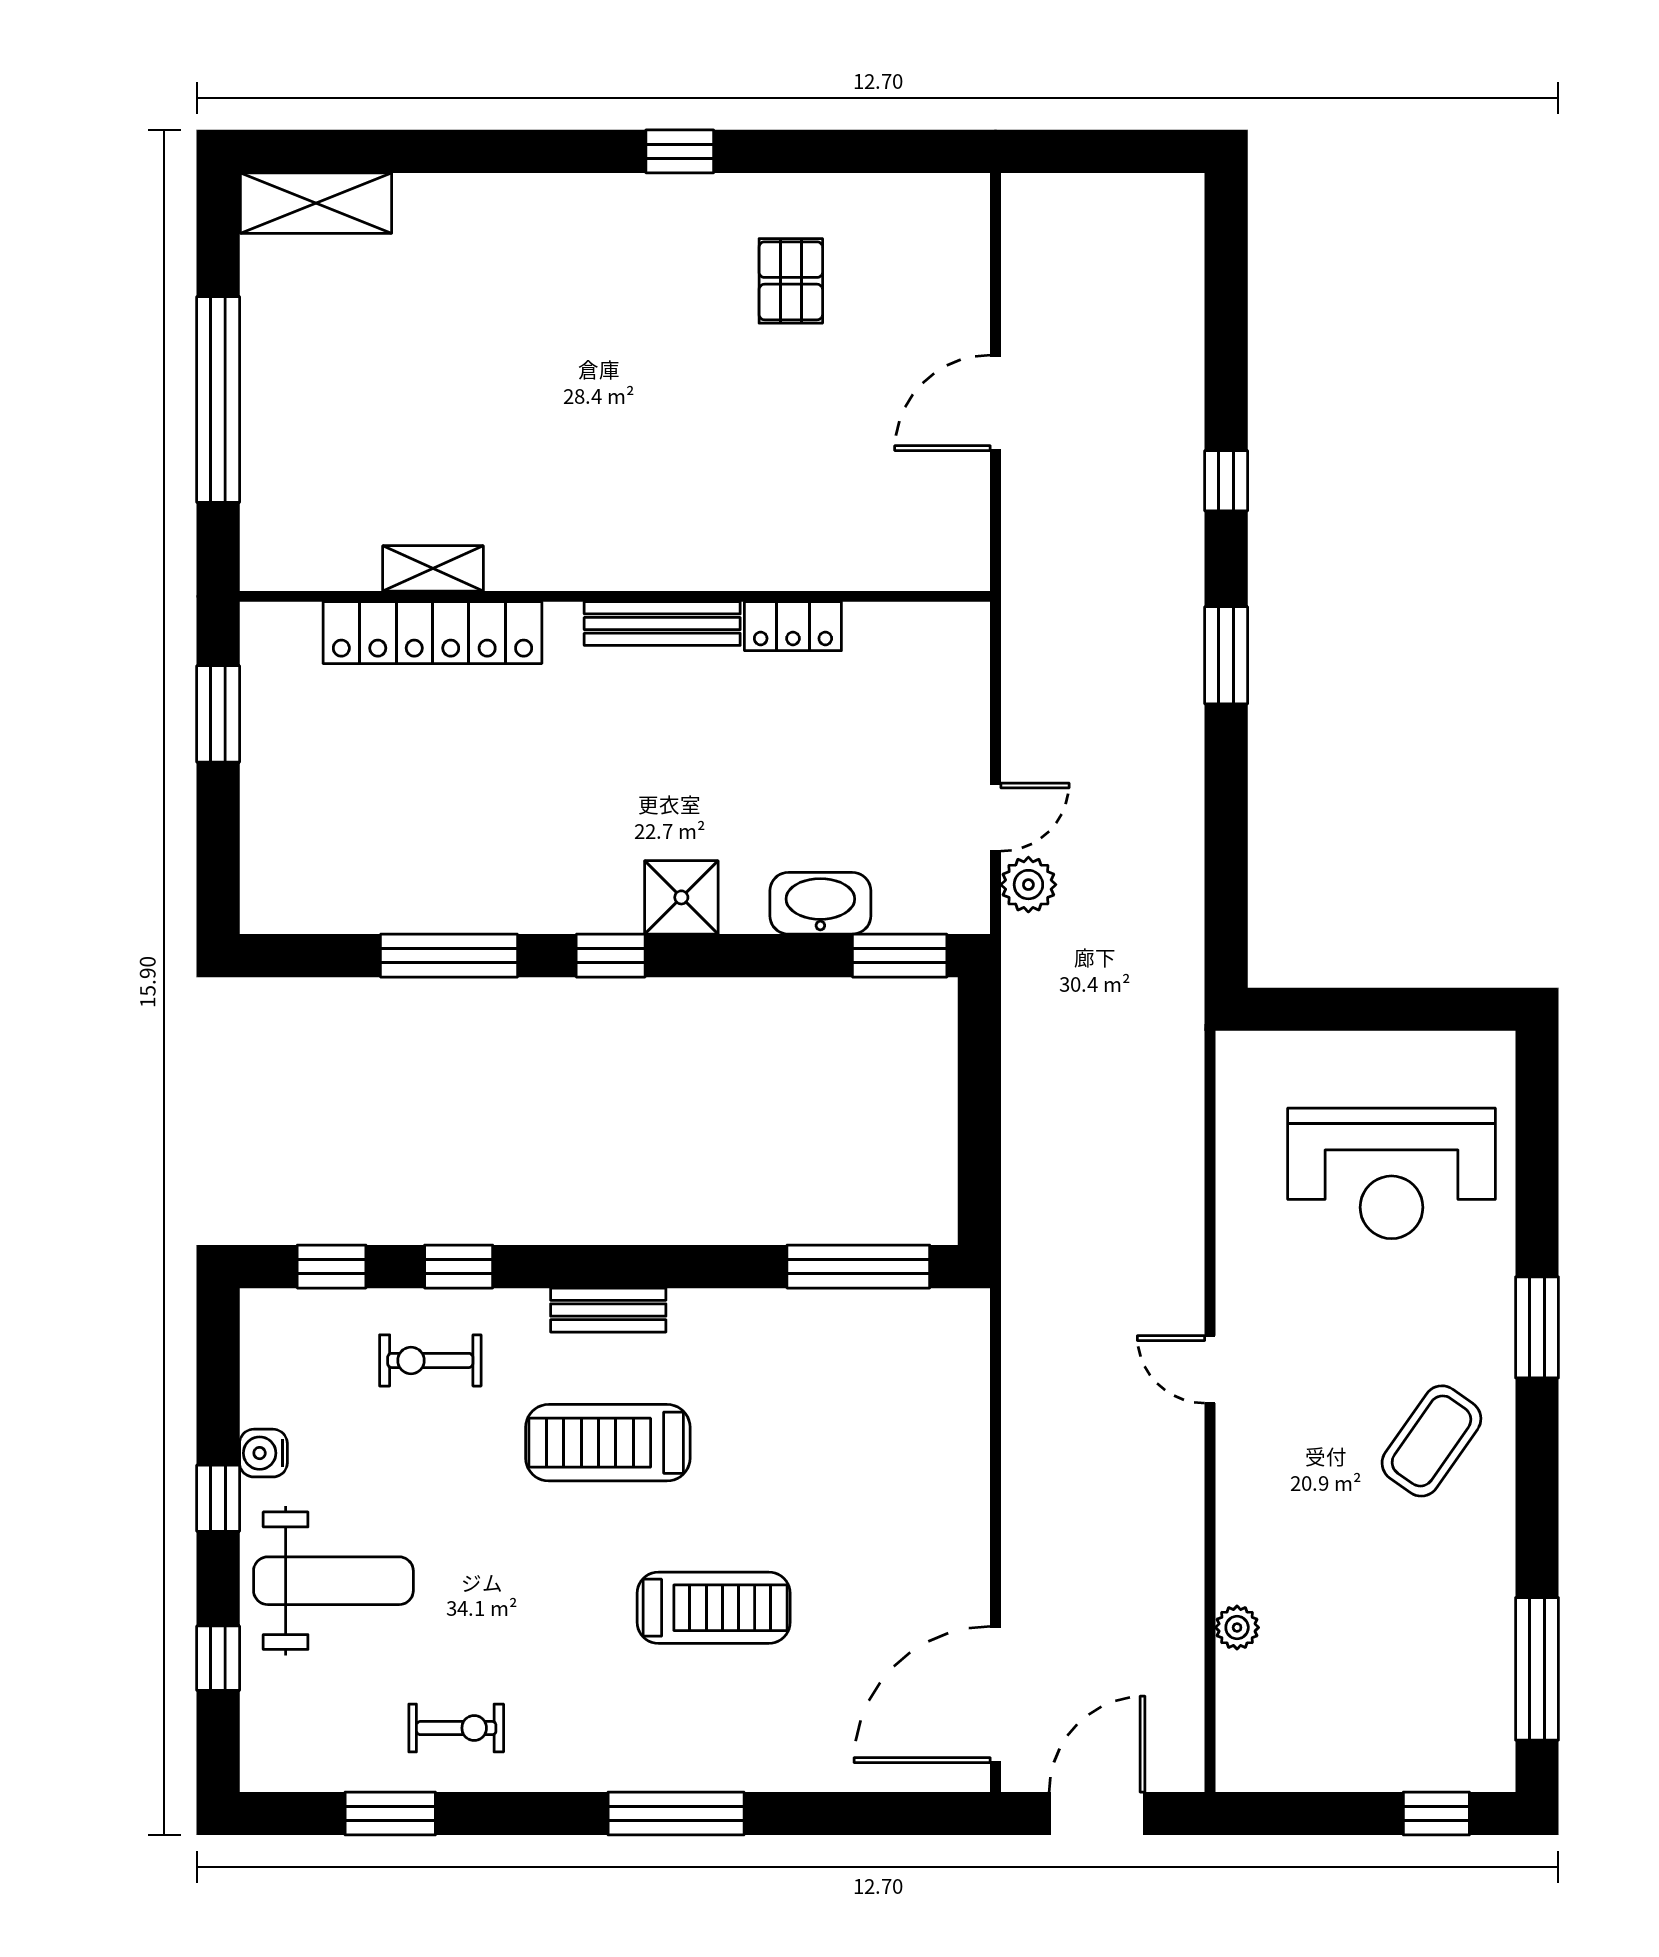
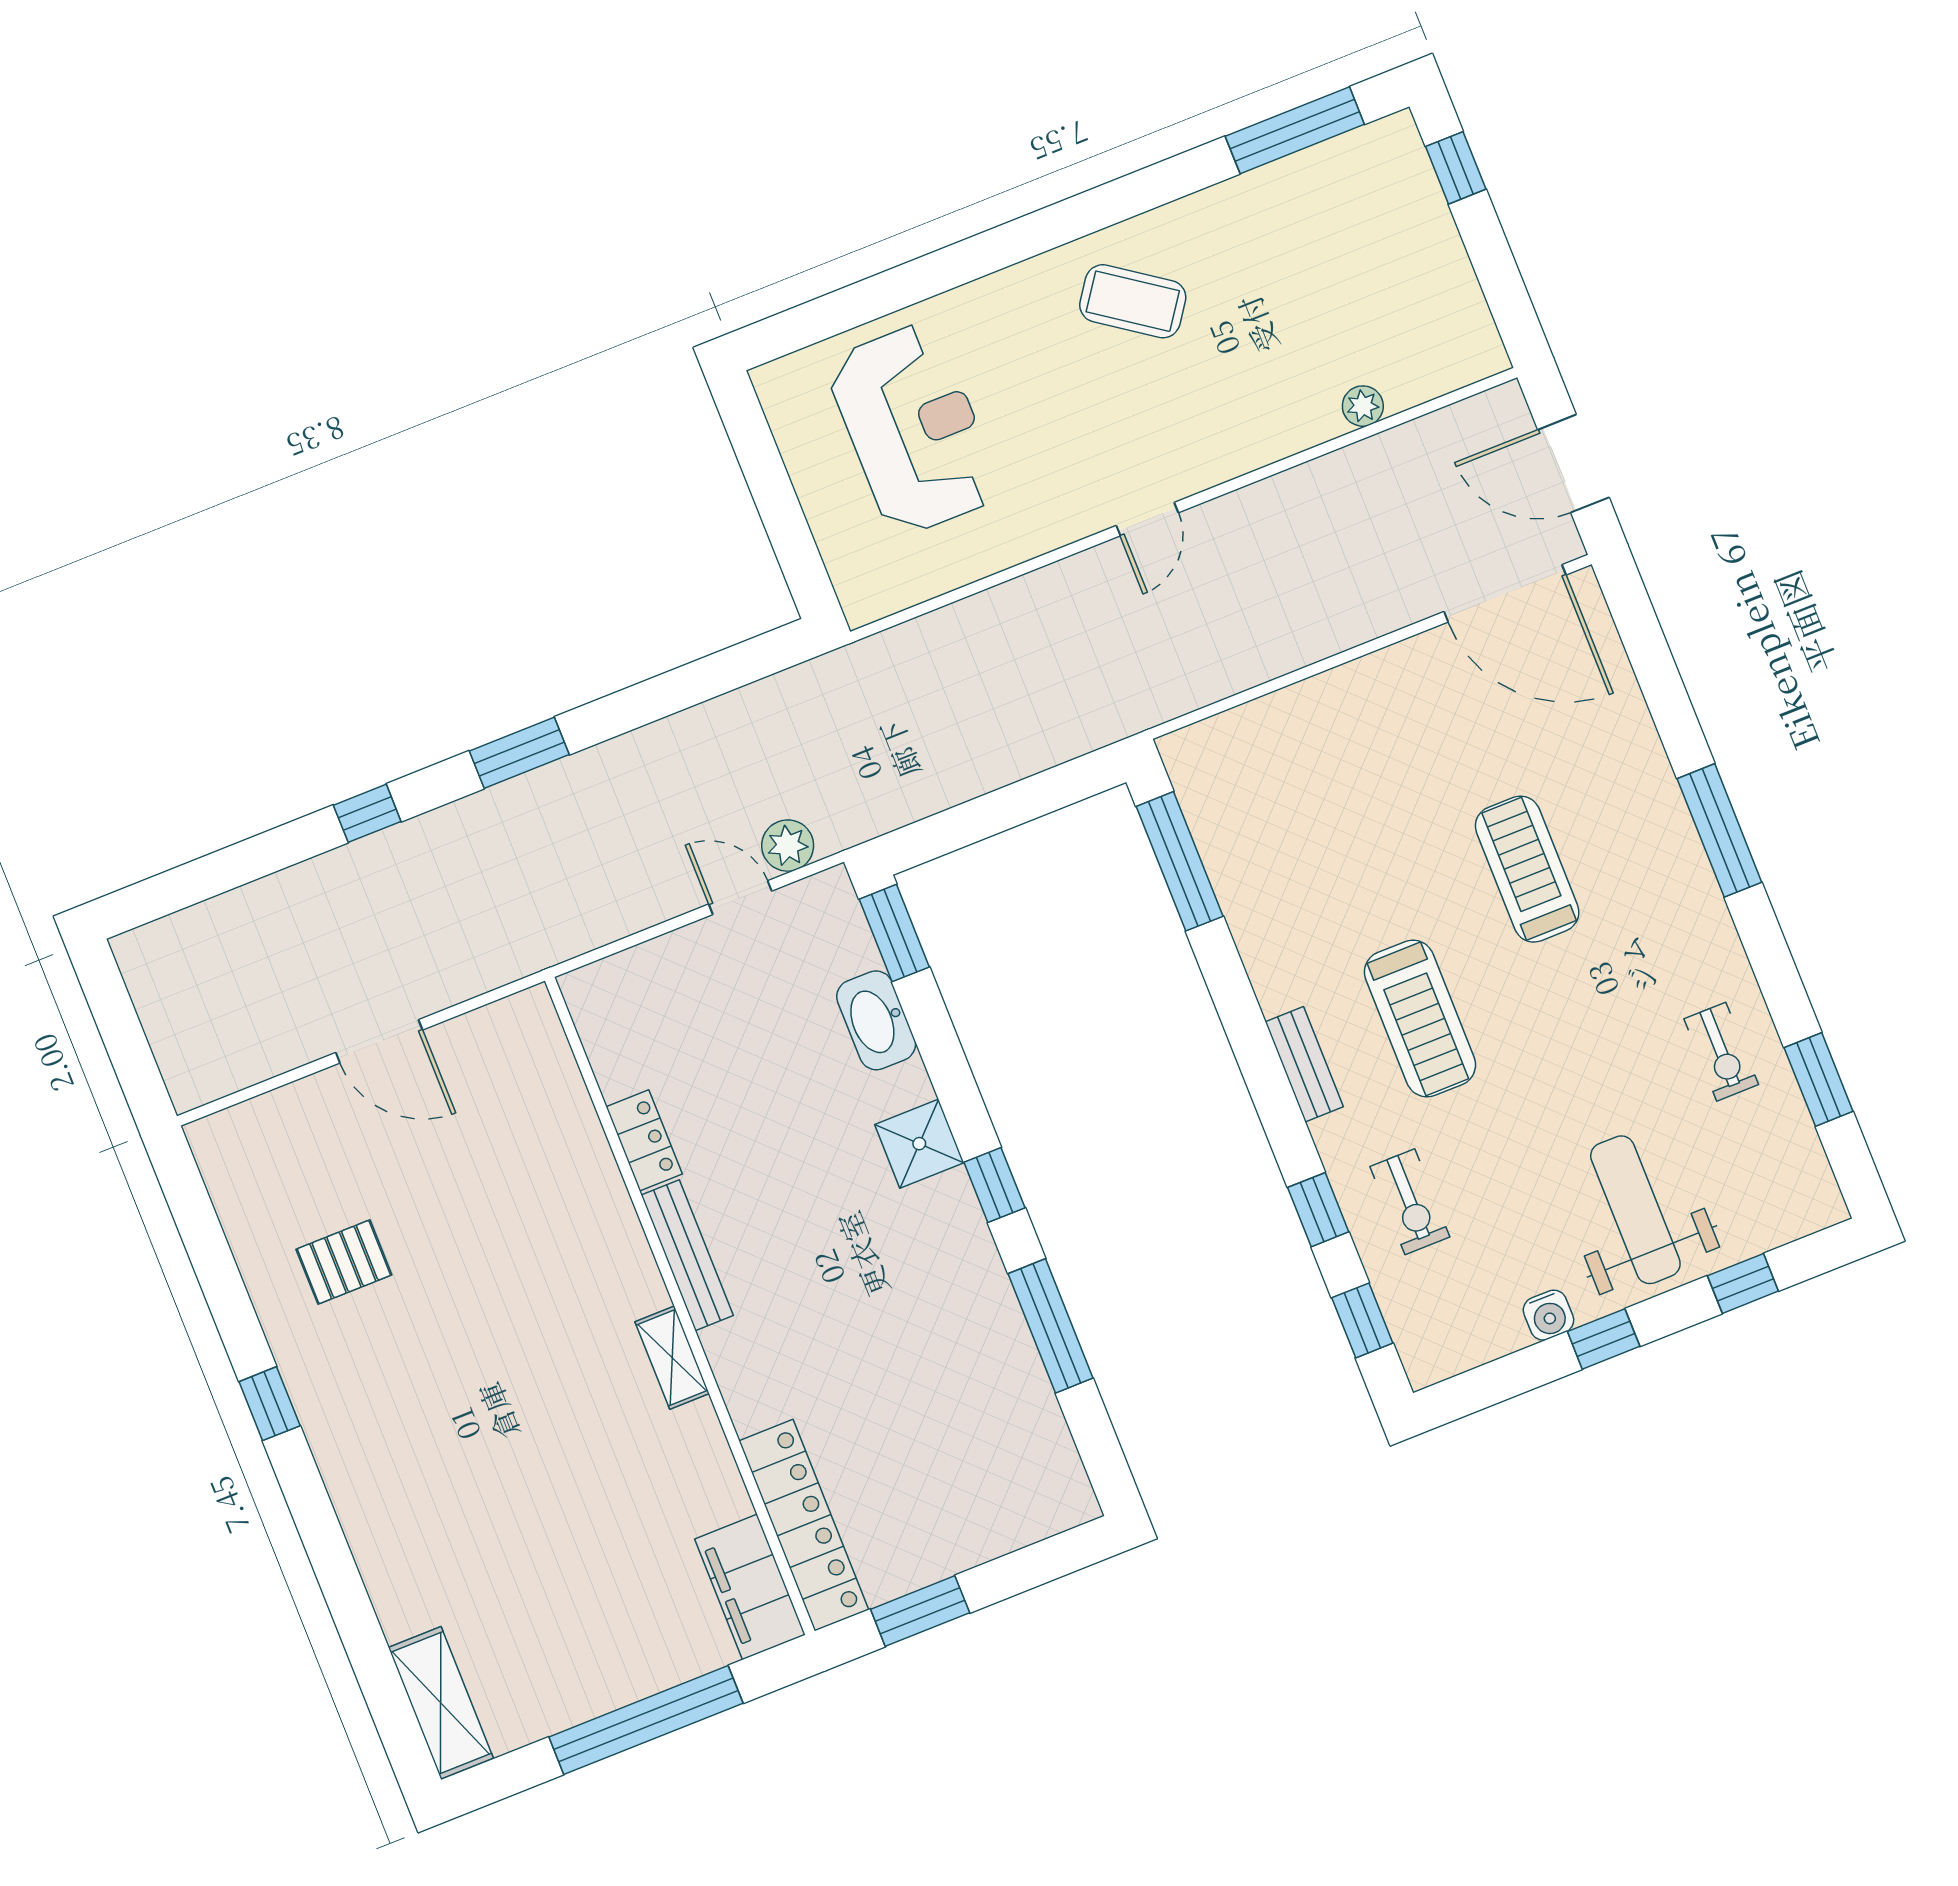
filing cabinet: (309, 555) -> (750, 1587), added
shelving: (433, 568) -> (672, 1358), moved
locker: (432, 633) -> (804, 1525), moved
window: (1537, 1327) -> (997, 249), removed
exercise bike: (456, 1728) -> (1721, 1052), turned 180

